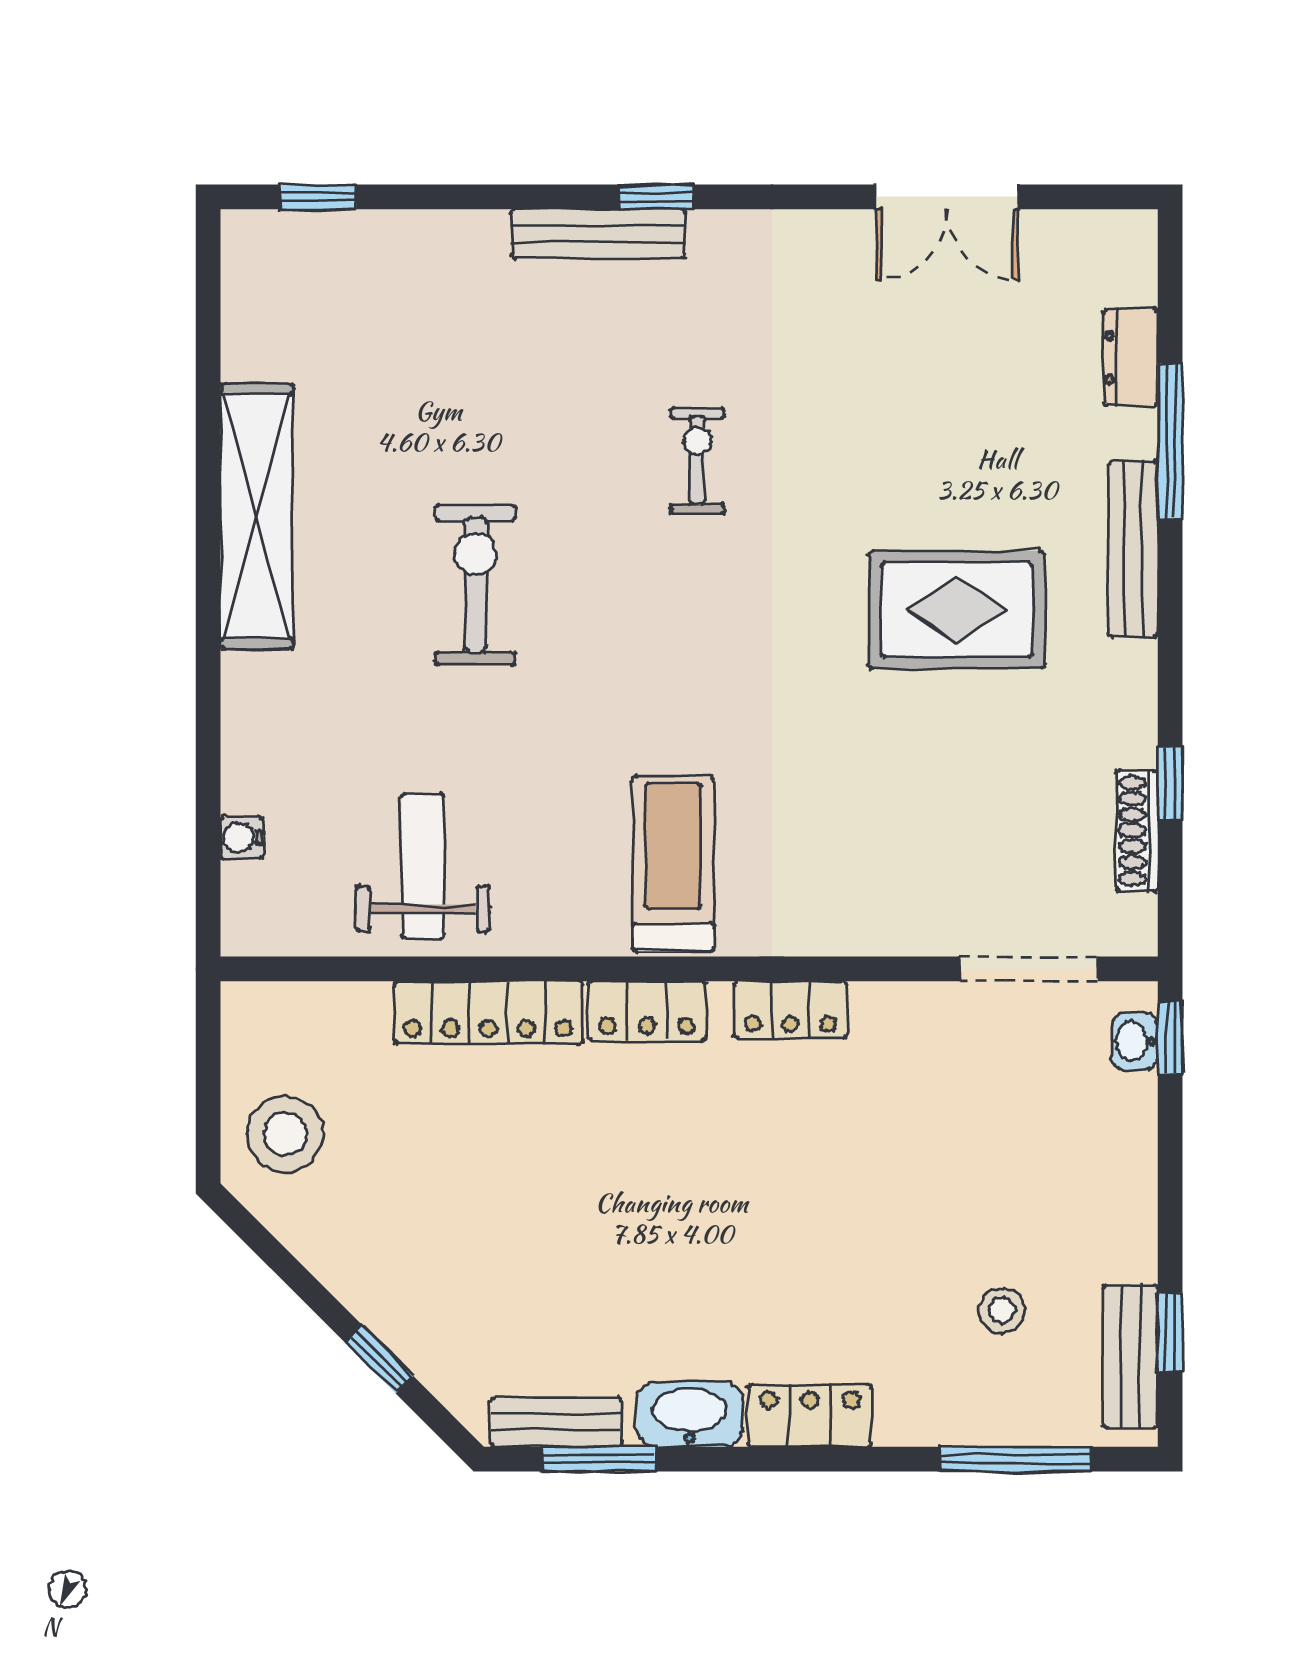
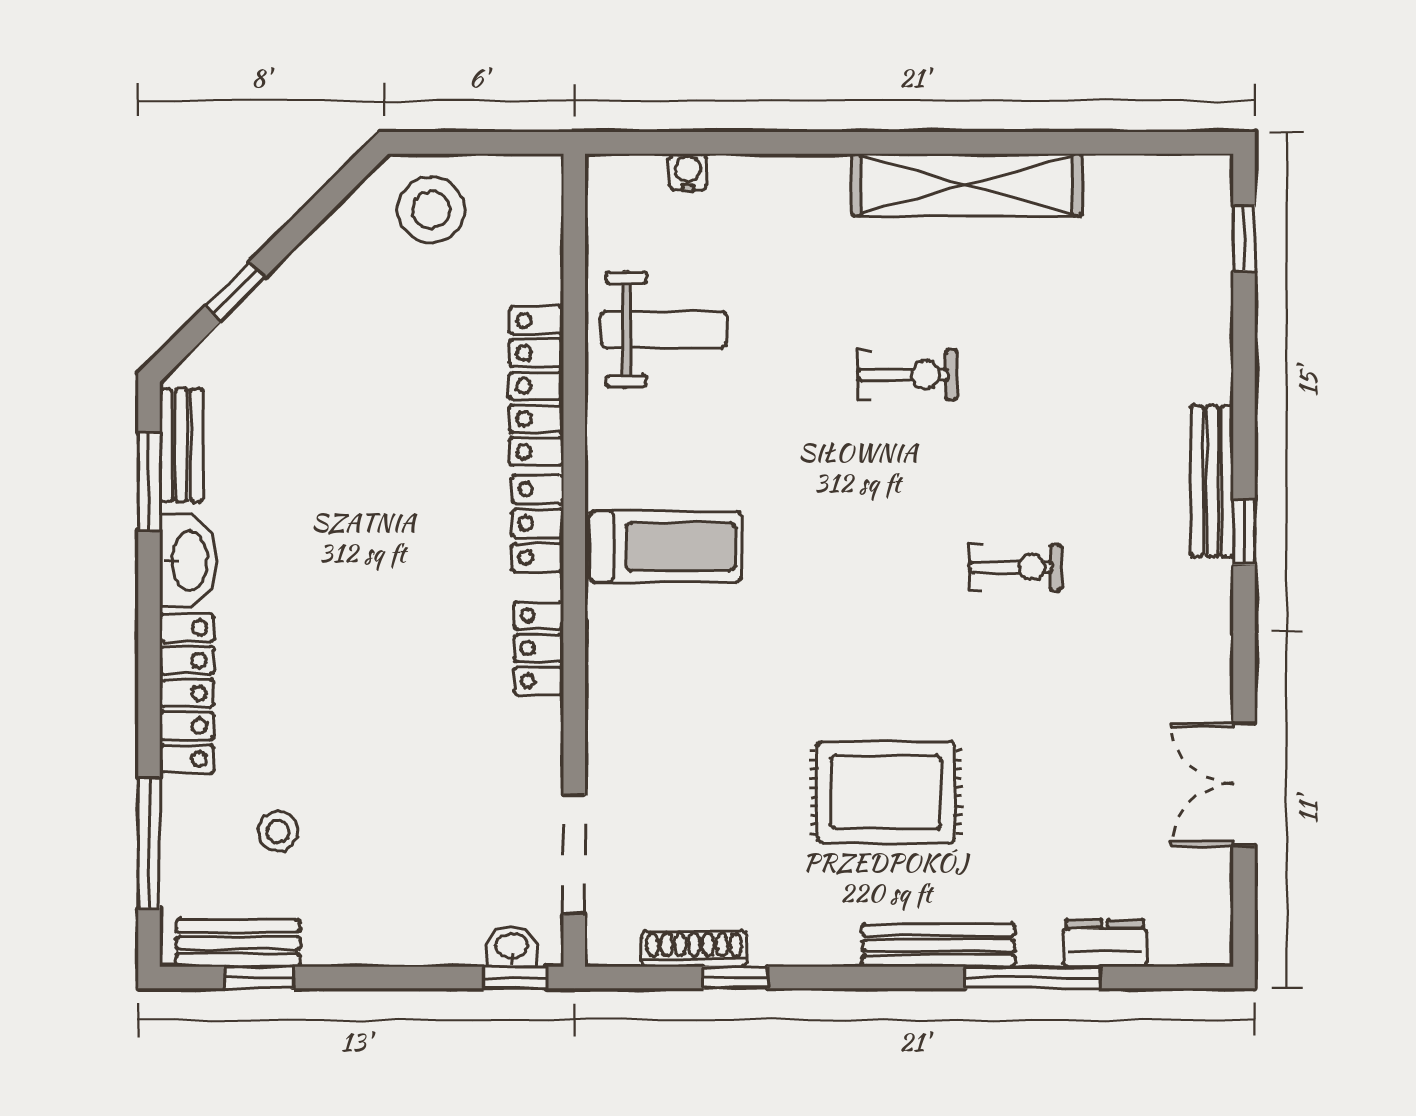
exercise bike: (476, 585) -> (908, 375), width x0.73, depth x0.72
rug: (956, 610) -> (886, 792), turned 90
locker: (810, 1416) -> (187, 693), width x1.53

